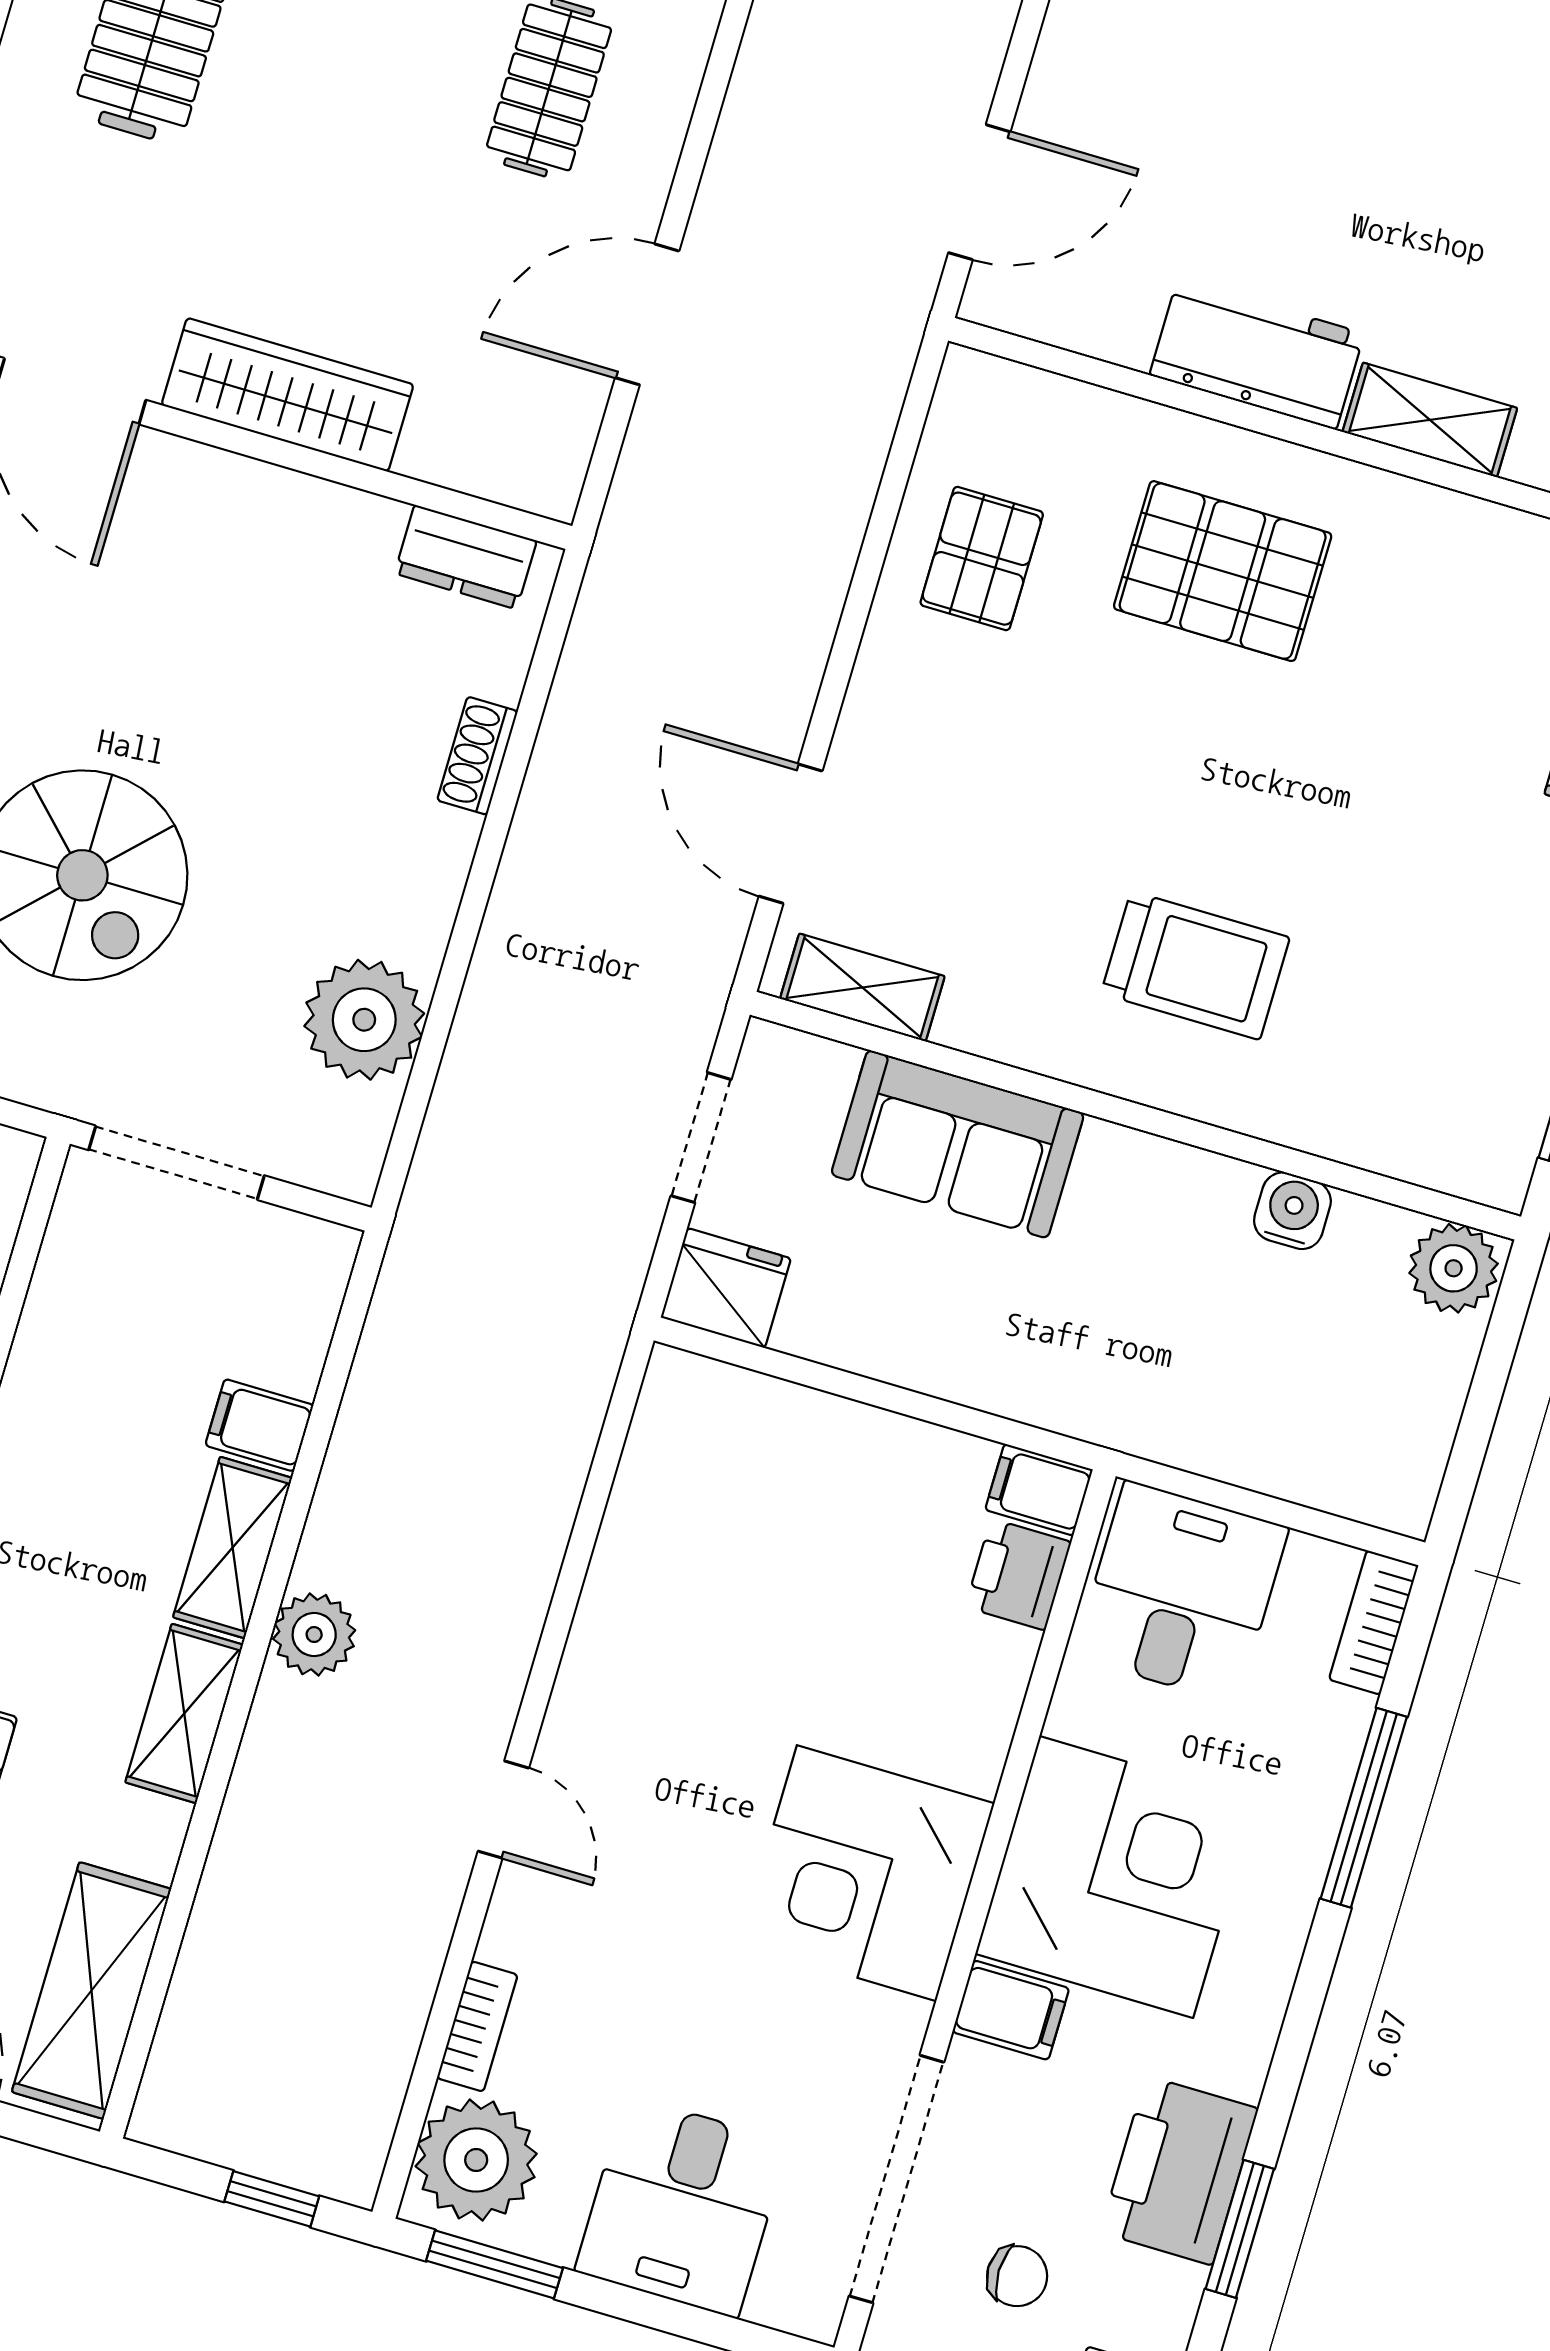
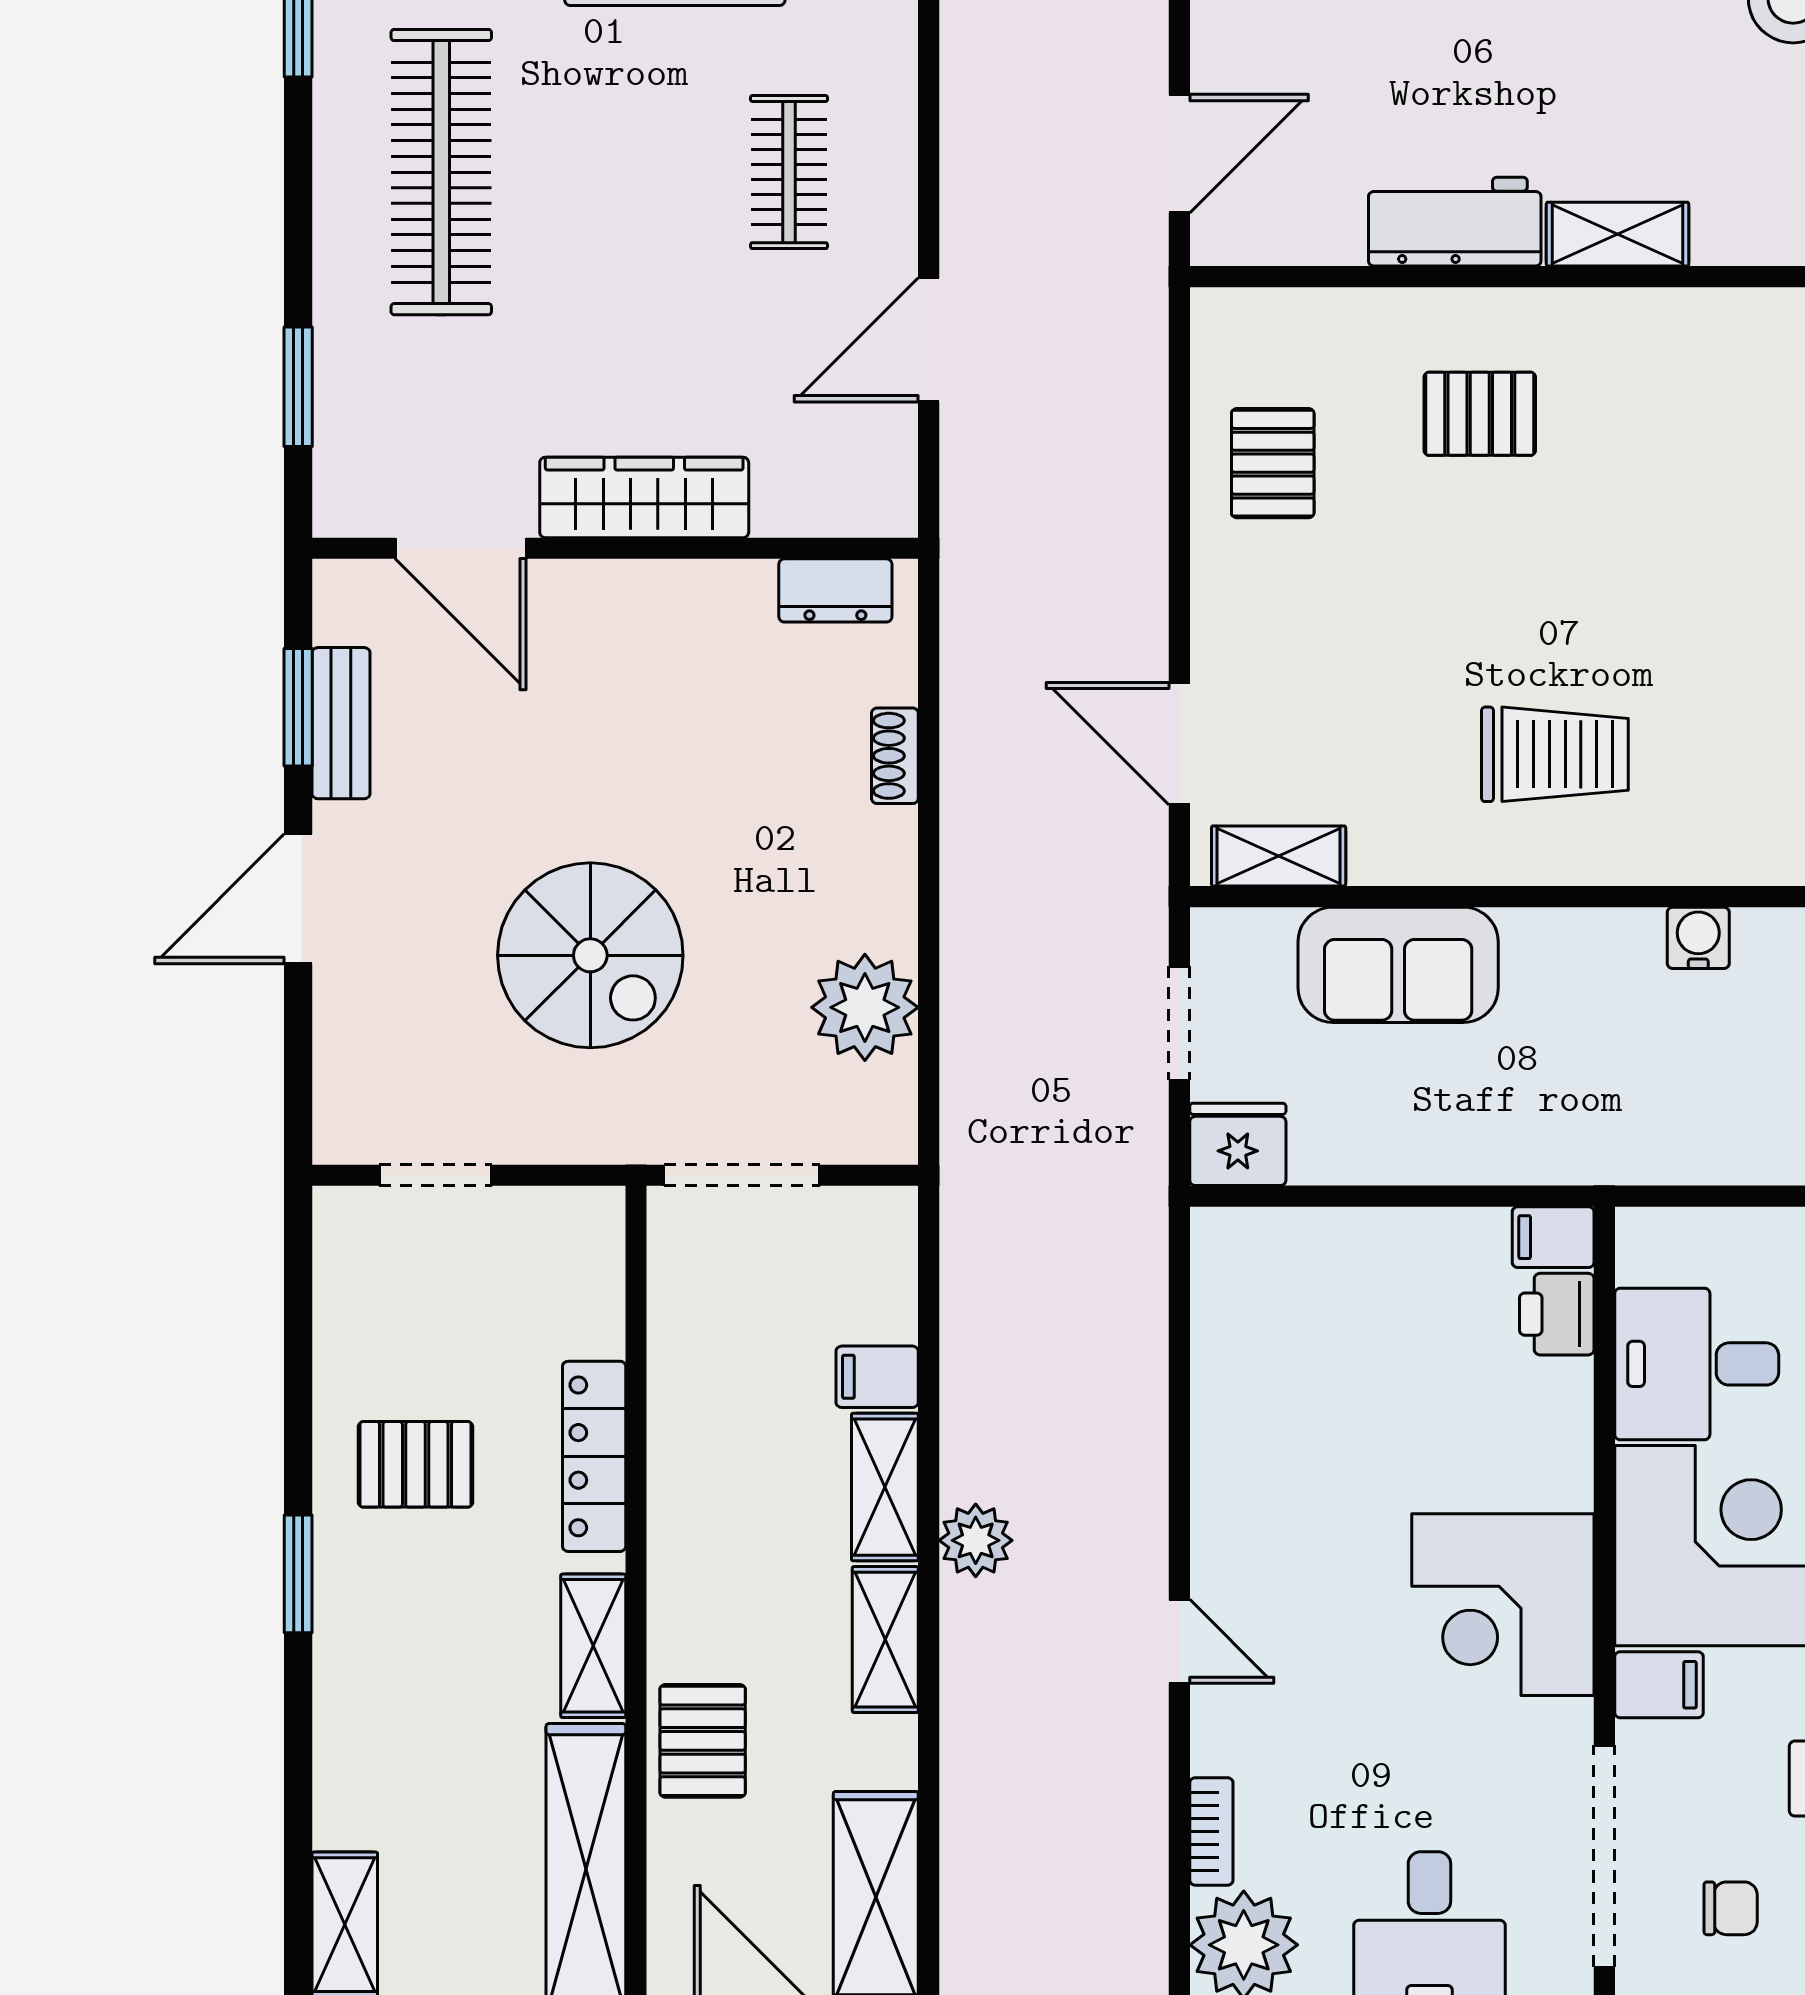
pallet: (1223, 571) -> (1480, 414), width x0.67, depth x0.71
desk: (1181, 1592) -> (1697, 1364), moved, turned -90

